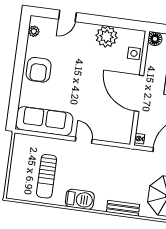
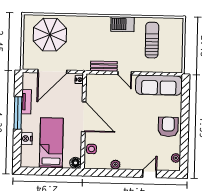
plant: (107, 36) -> (115, 165), width x0.53, depth x0.53
bench: (123, 208) -> (104, 66), moved

